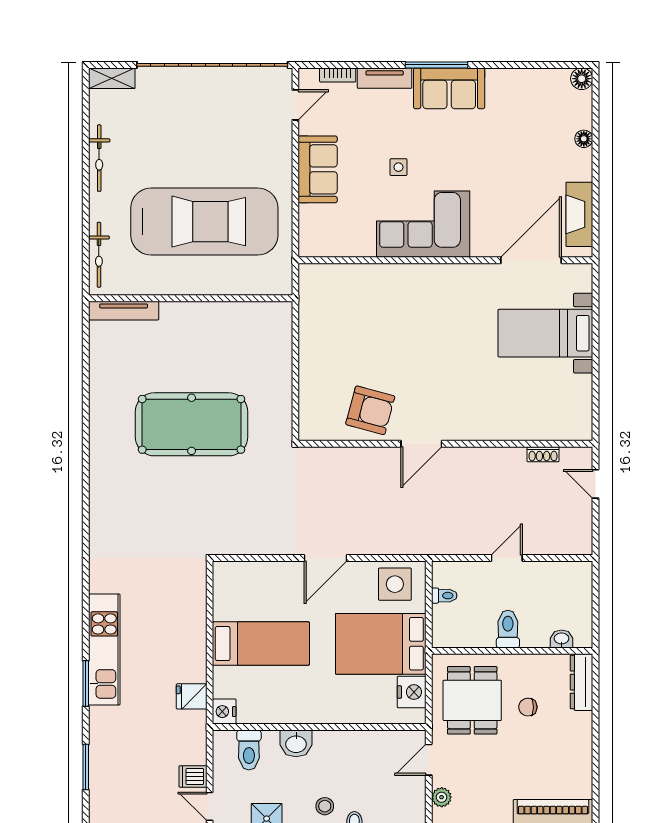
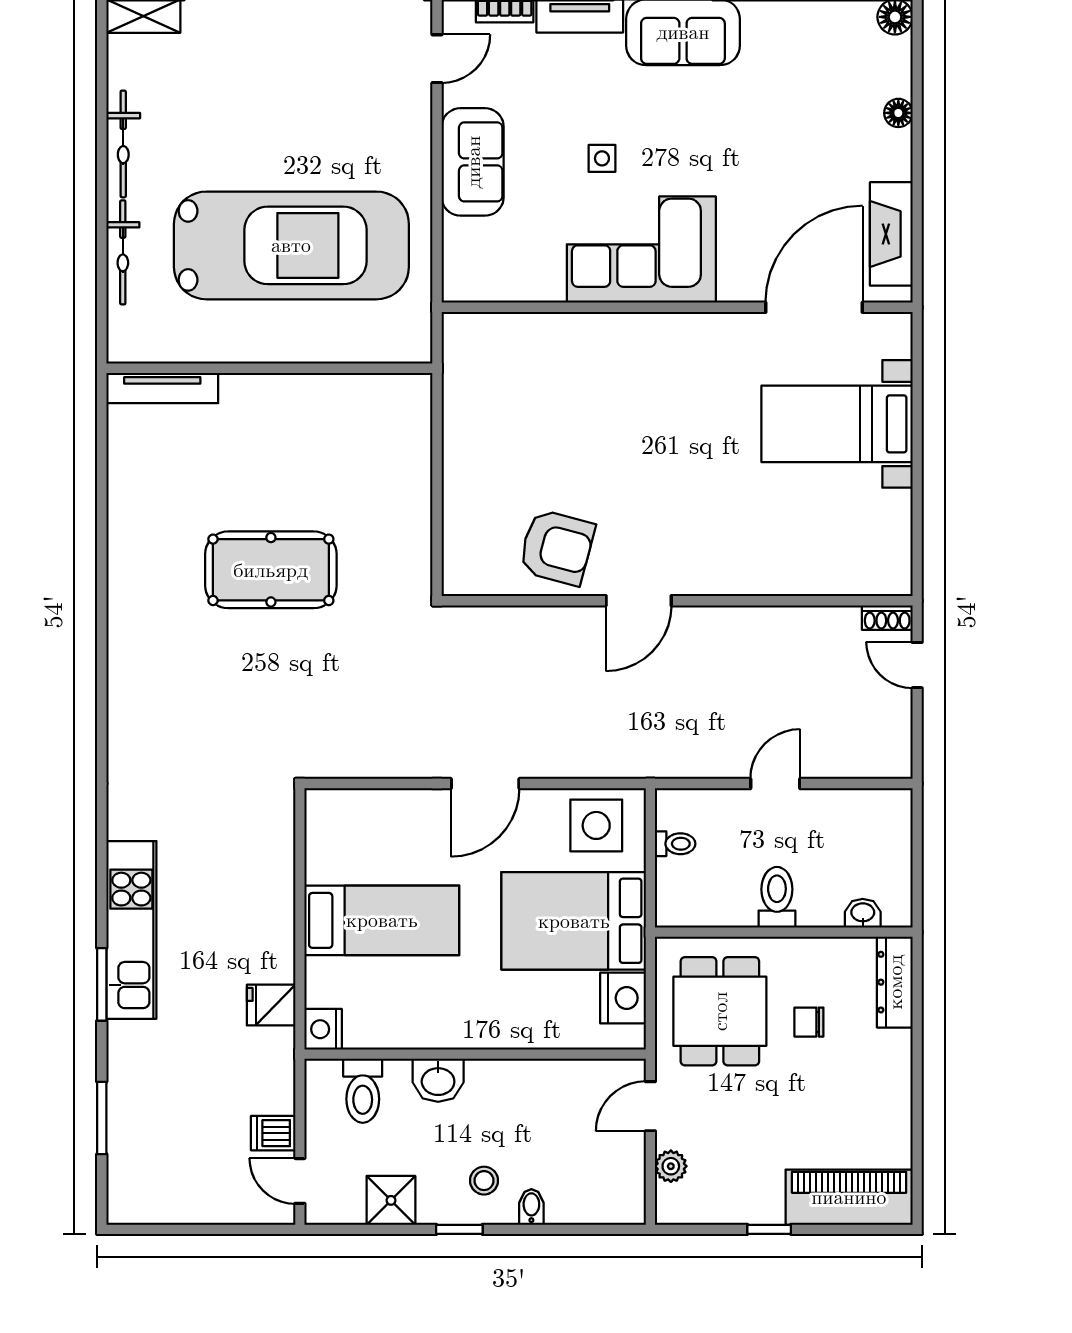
bicycle: (99, 255) -> (123, 252), moved
pool table: (192, 424) -> (271, 570), width x0.73, depth x0.76
shoe rack: (543, 454) -> (887, 618), moved

